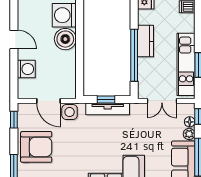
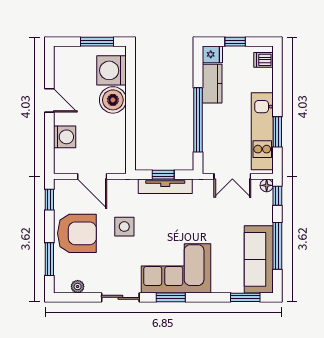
kitchen counter: (145, 41) -> (212, 84), moved
side table: (70, 112) -> (124, 227), moved
floor lamp: (190, 122) -> (267, 185), moved
plant: (189, 134) -> (266, 217), removed

